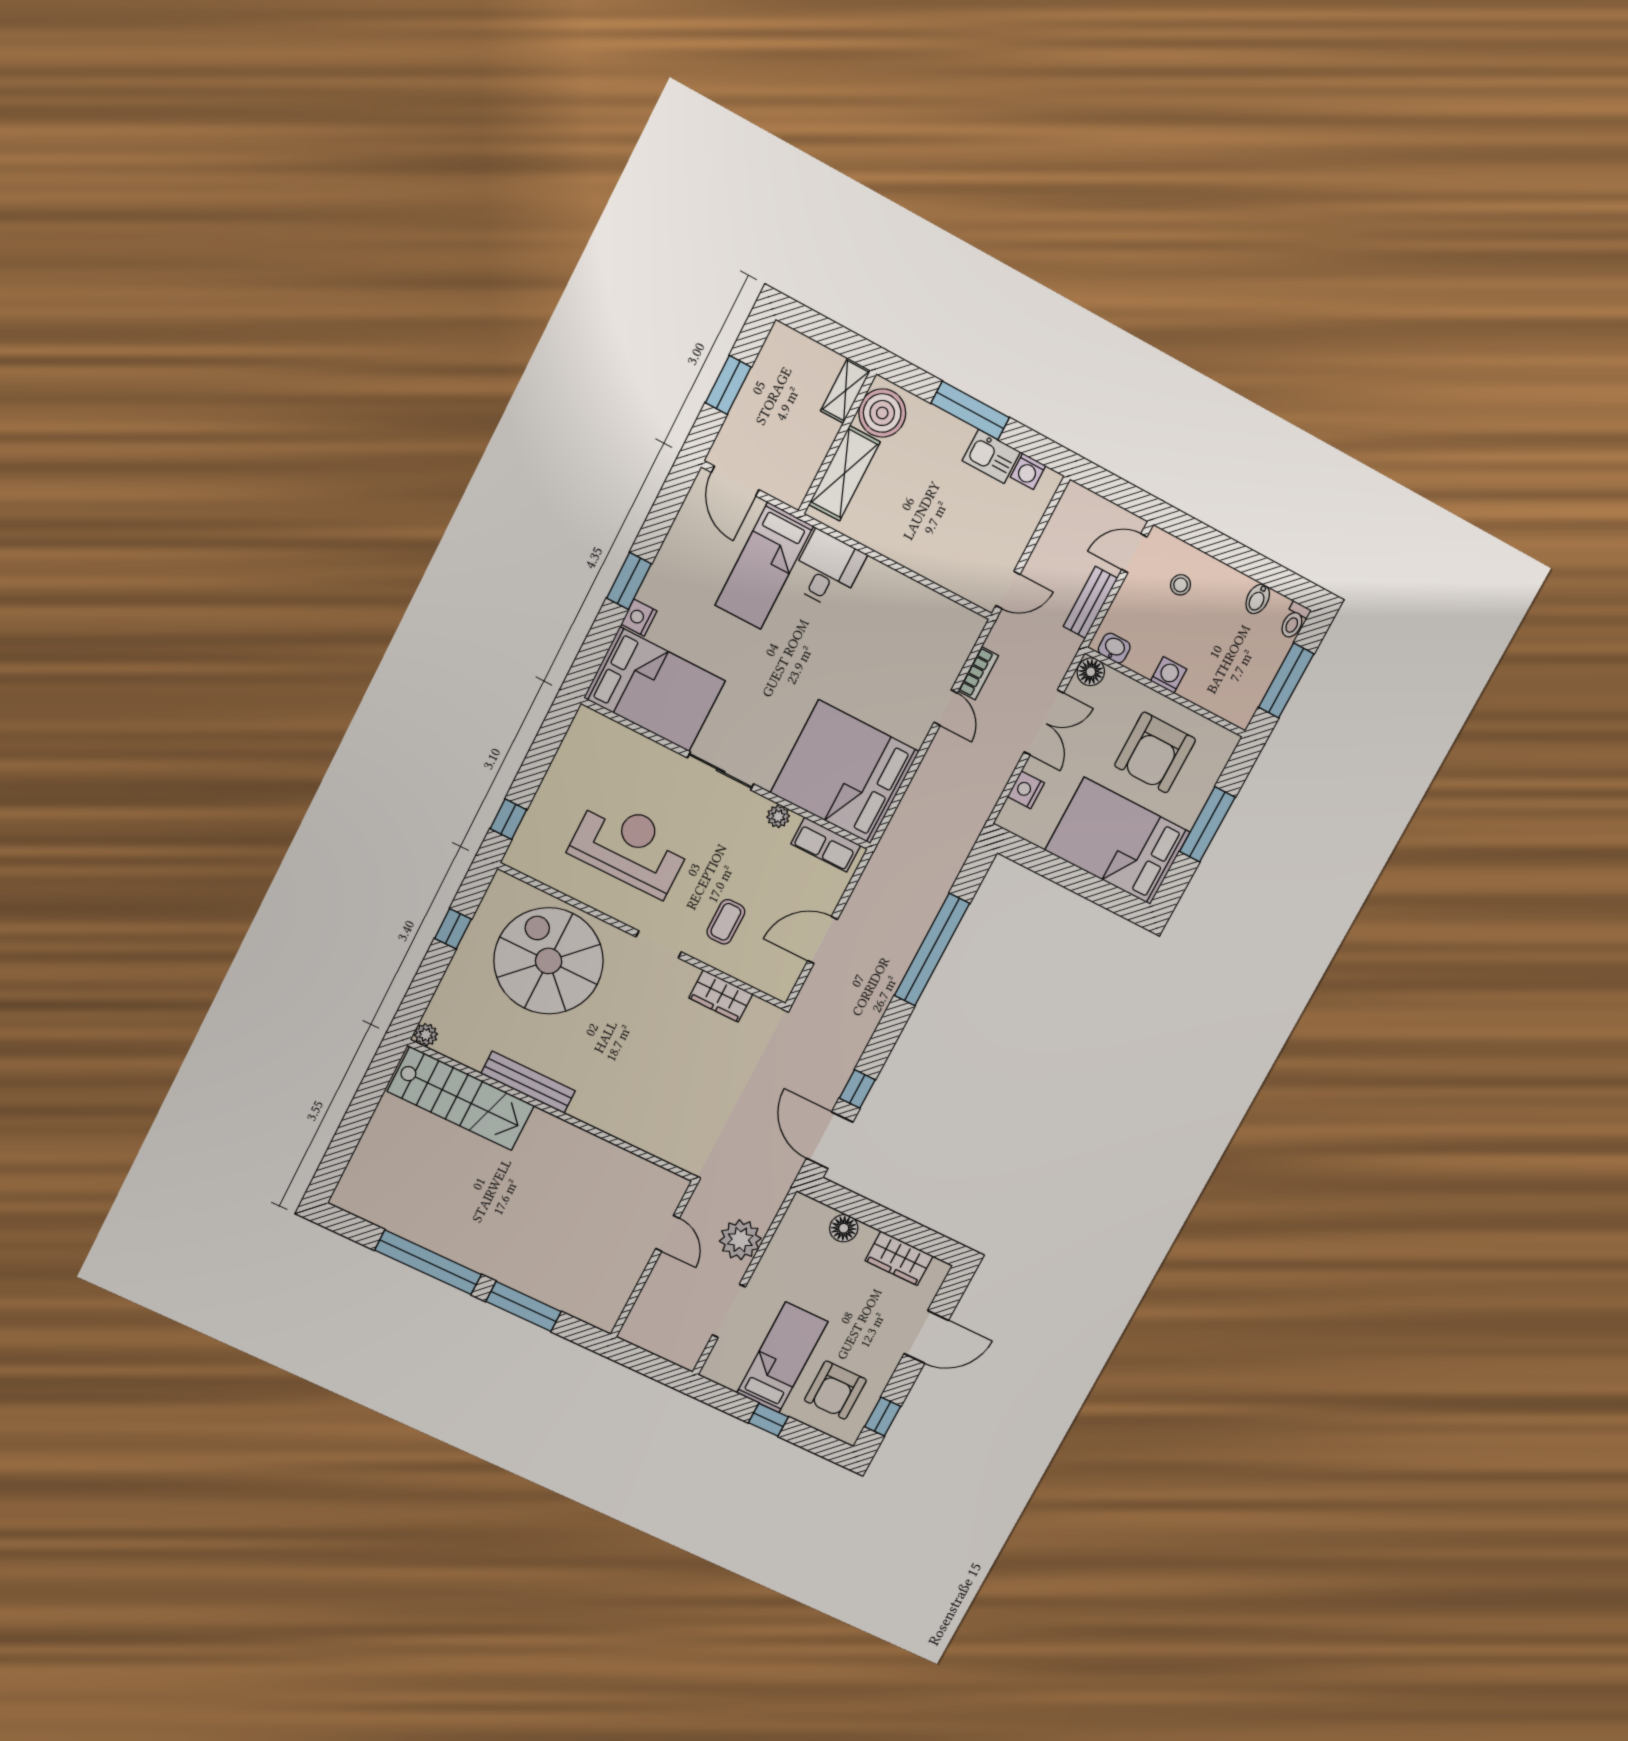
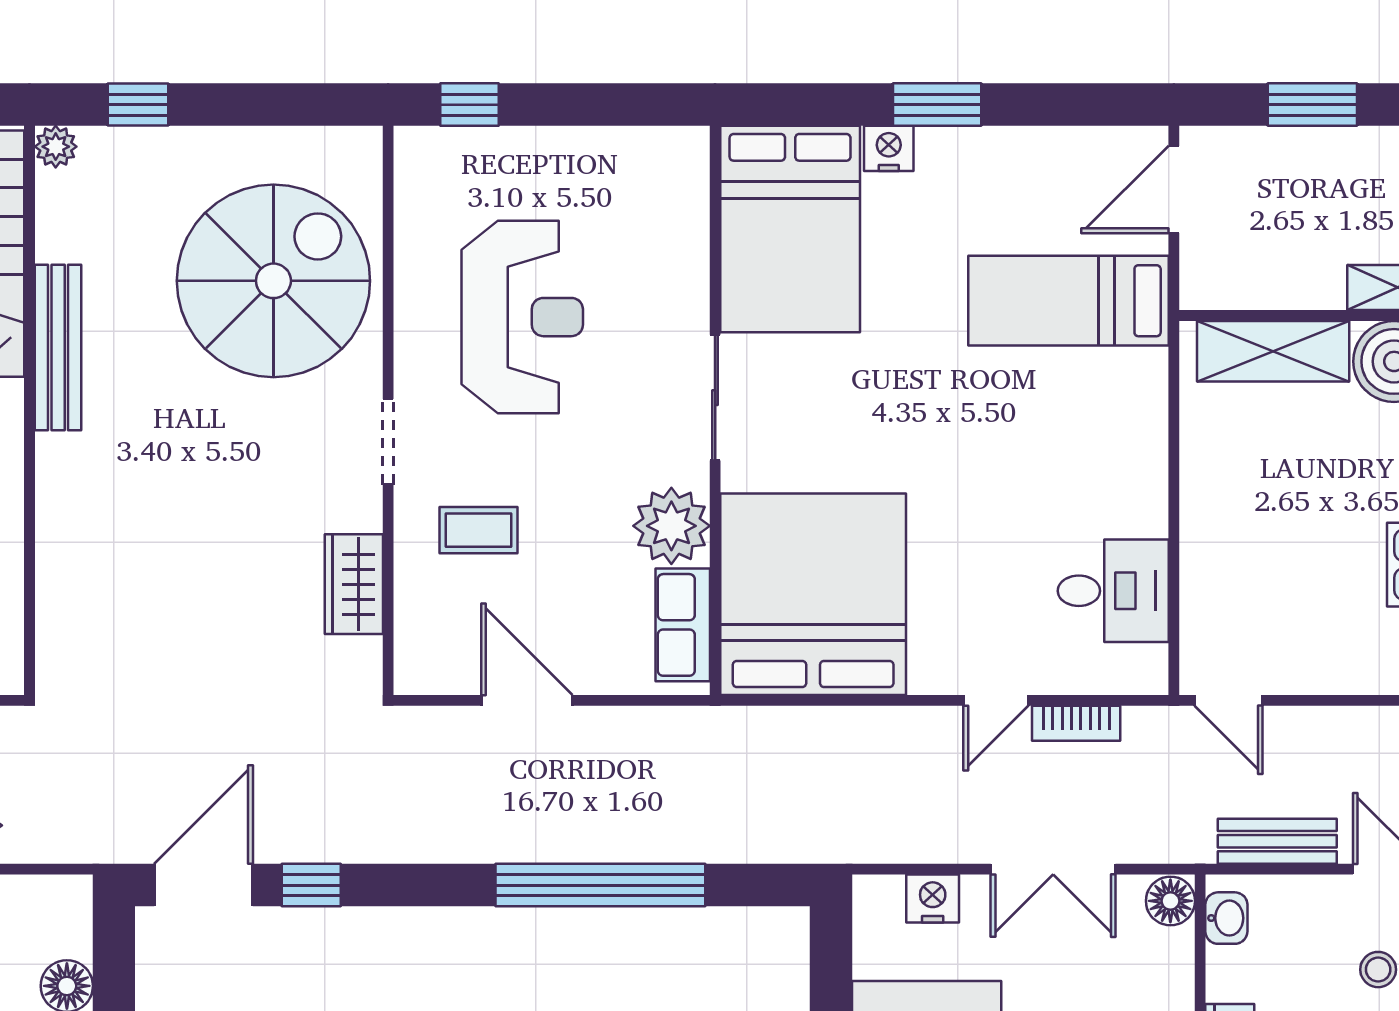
desk: (827, 570) -> (1113, 591), moved
plant: (778, 816) -> (671, 526), width x1.88, depth x1.88
window: (453, 929) -> (138, 105), moved

